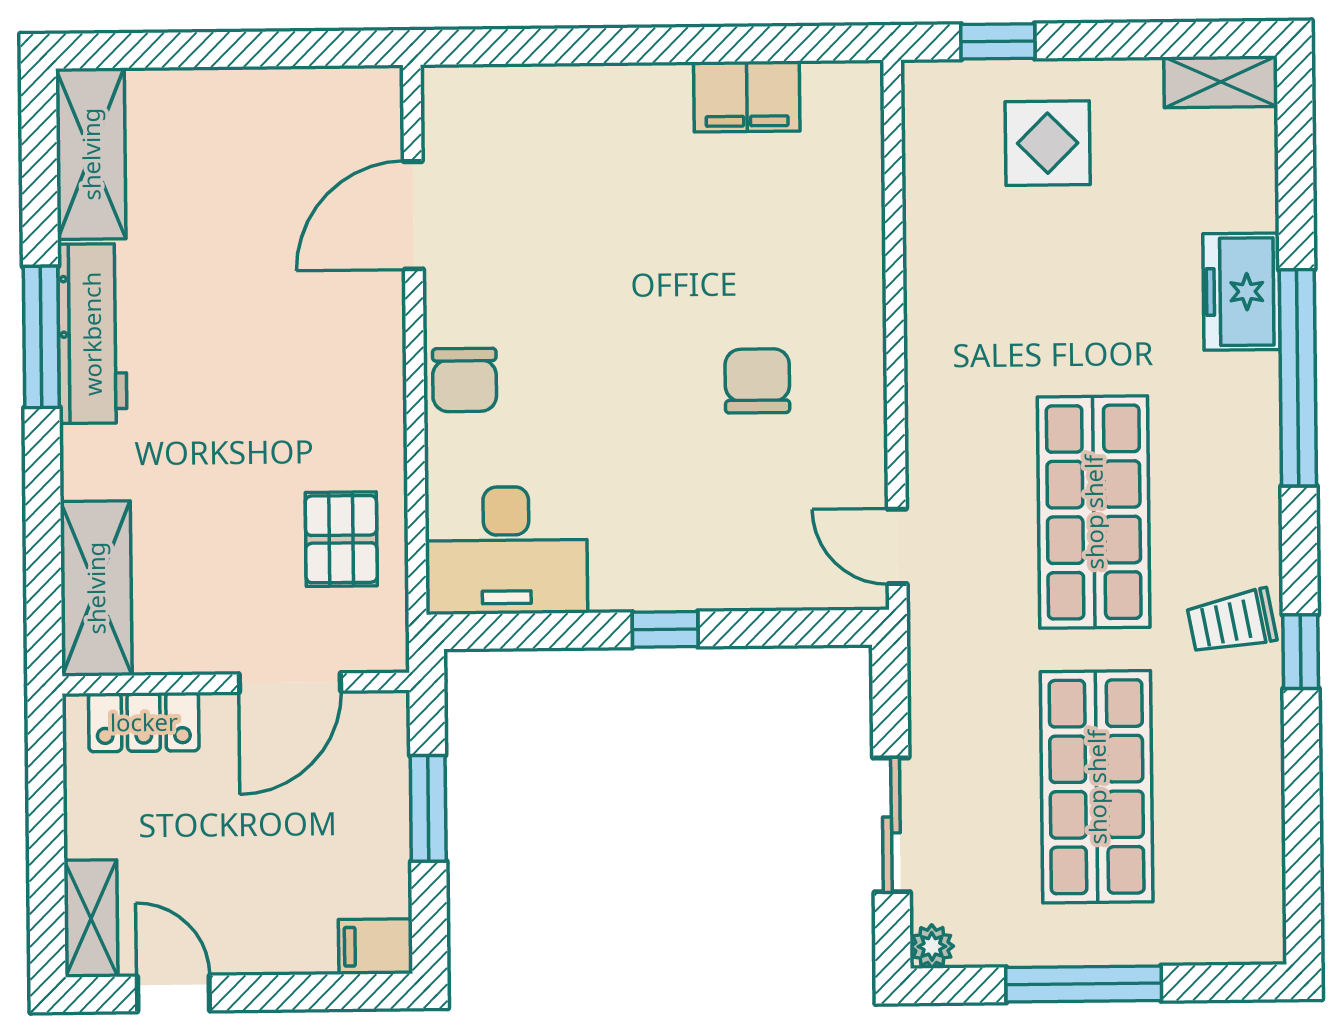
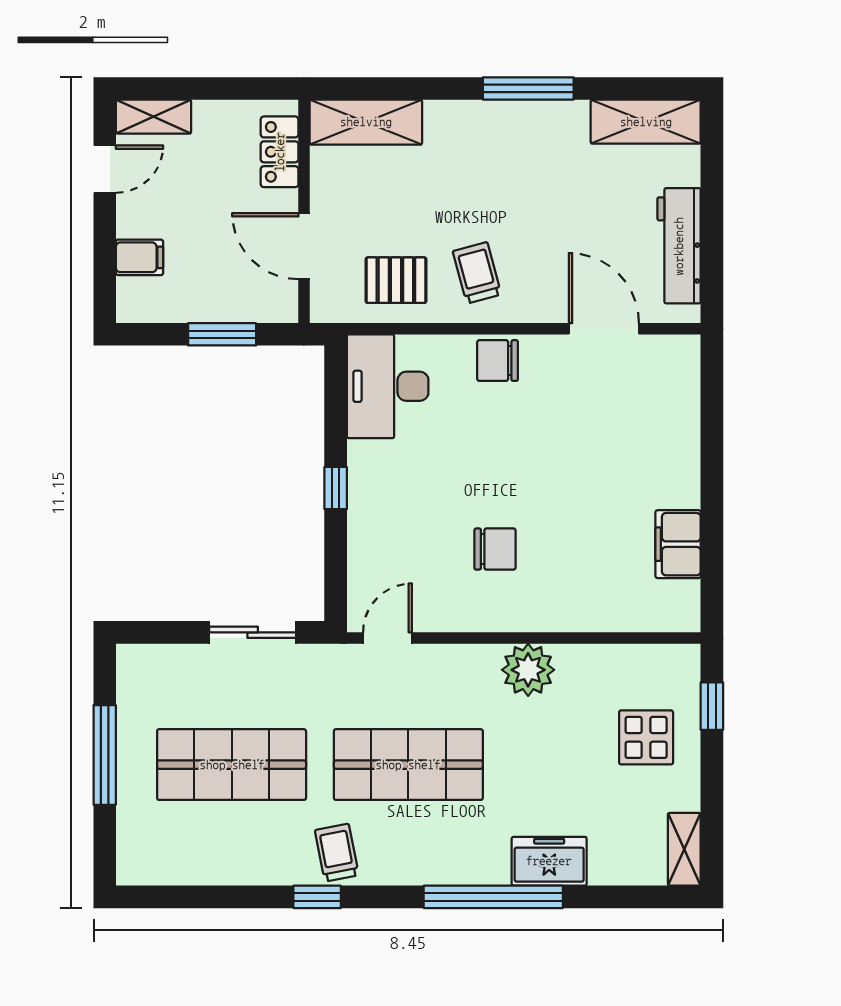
workbench: (92, 334) -> (679, 246), moved, turned 90
trolley: (328, 413) -> (477, 273), added
sliding door: (891, 825) -> (253, 632), moved
filing cabinet: (376, 946) -> (140, 257), moved, turned 90
plant: (932, 946) -> (528, 670), moved, width x1.88, depth x1.88

